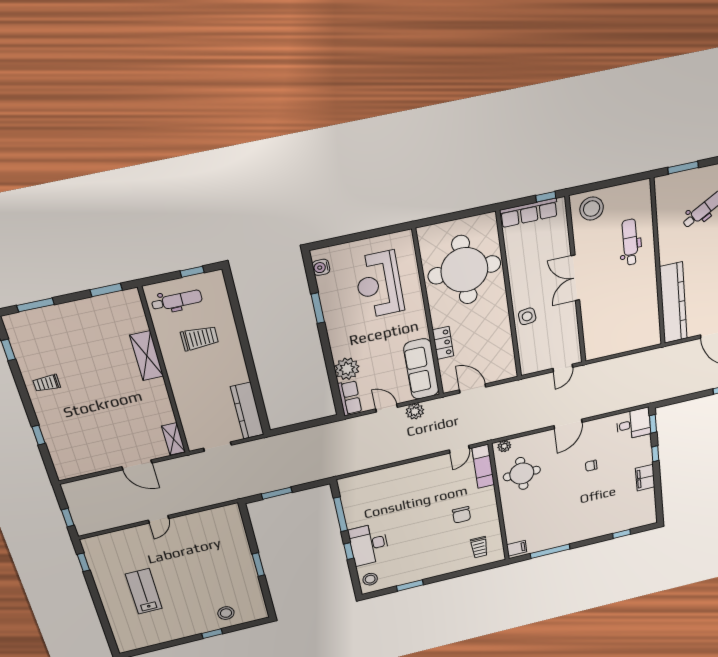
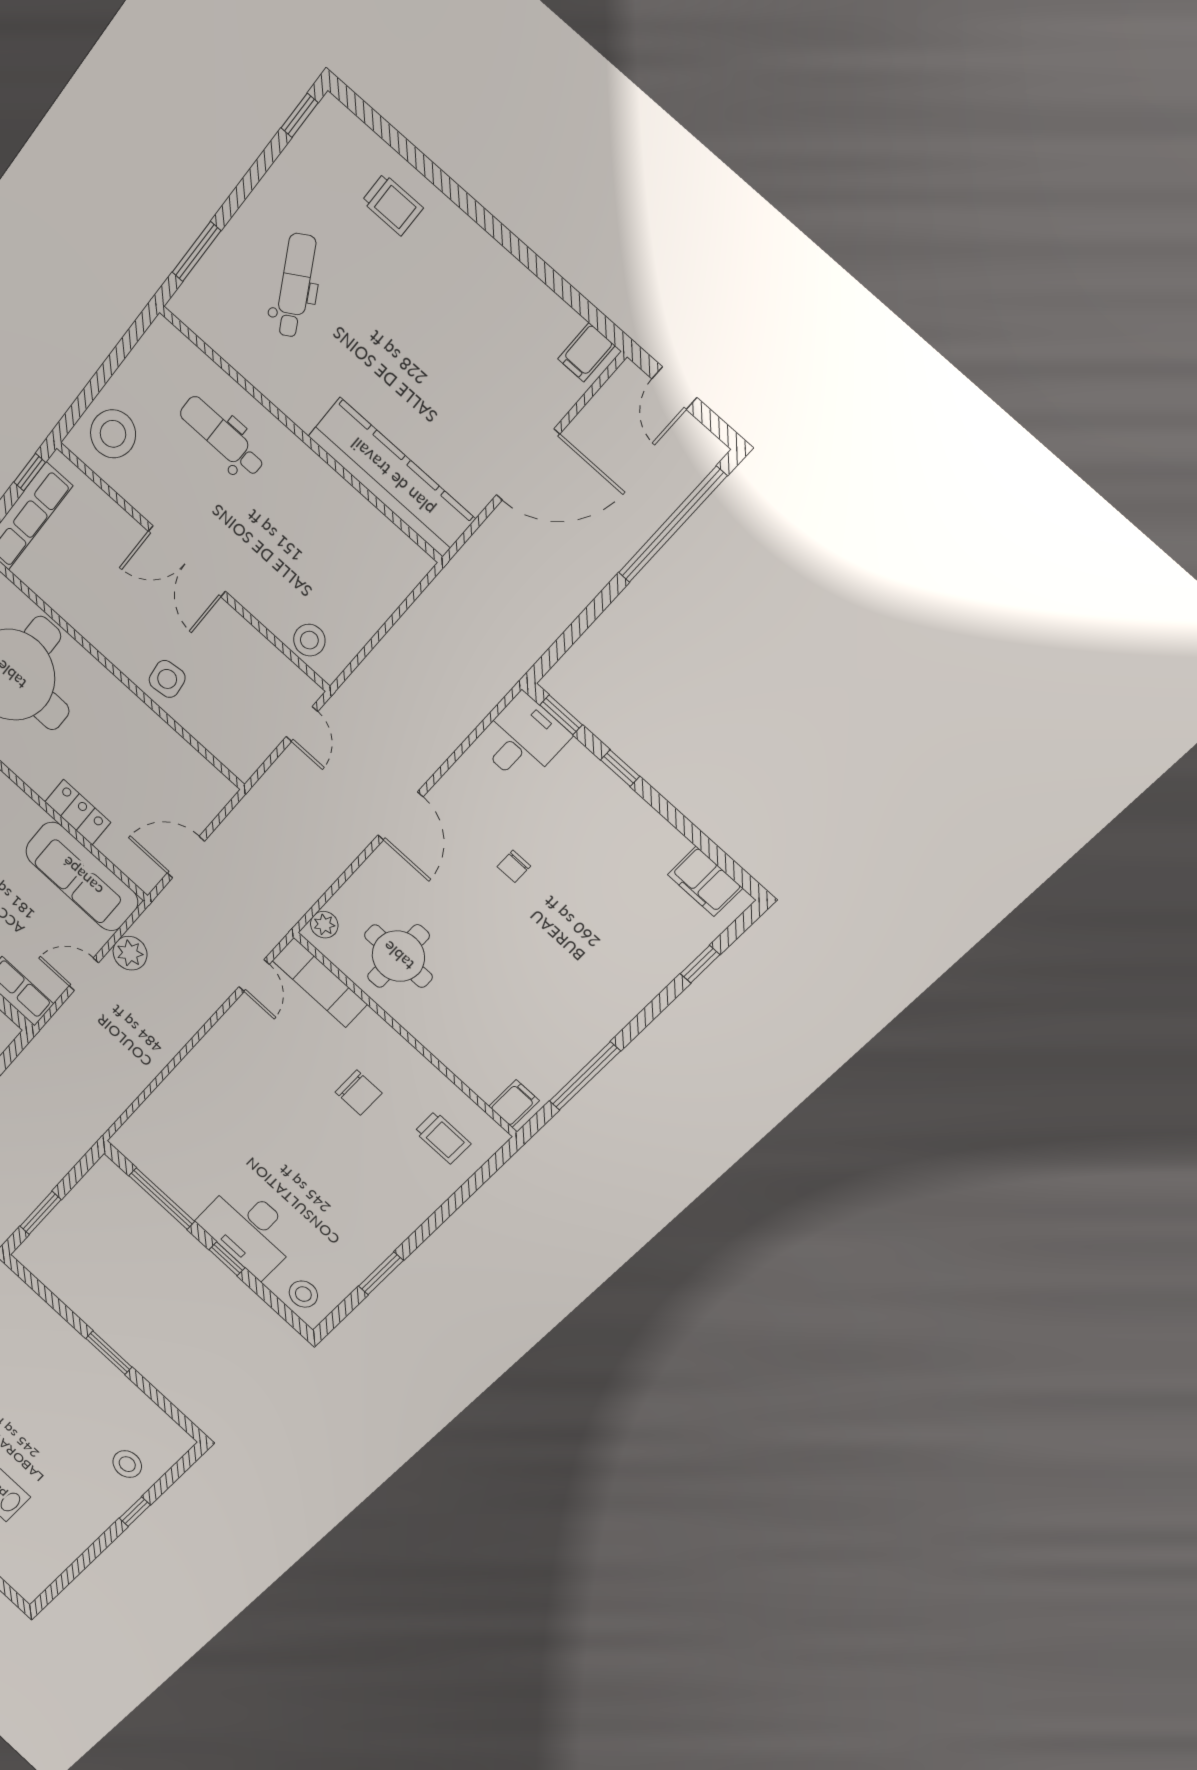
stool: (593, 340) -> (309, 640), added
filing cabinet: (645, 478) -> (705, 881), moved

